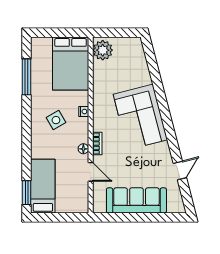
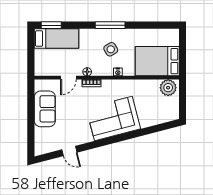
window: (26, 77) -> (110, 25), moved
sofa: (136, 200) -> (45, 109), width x0.73

